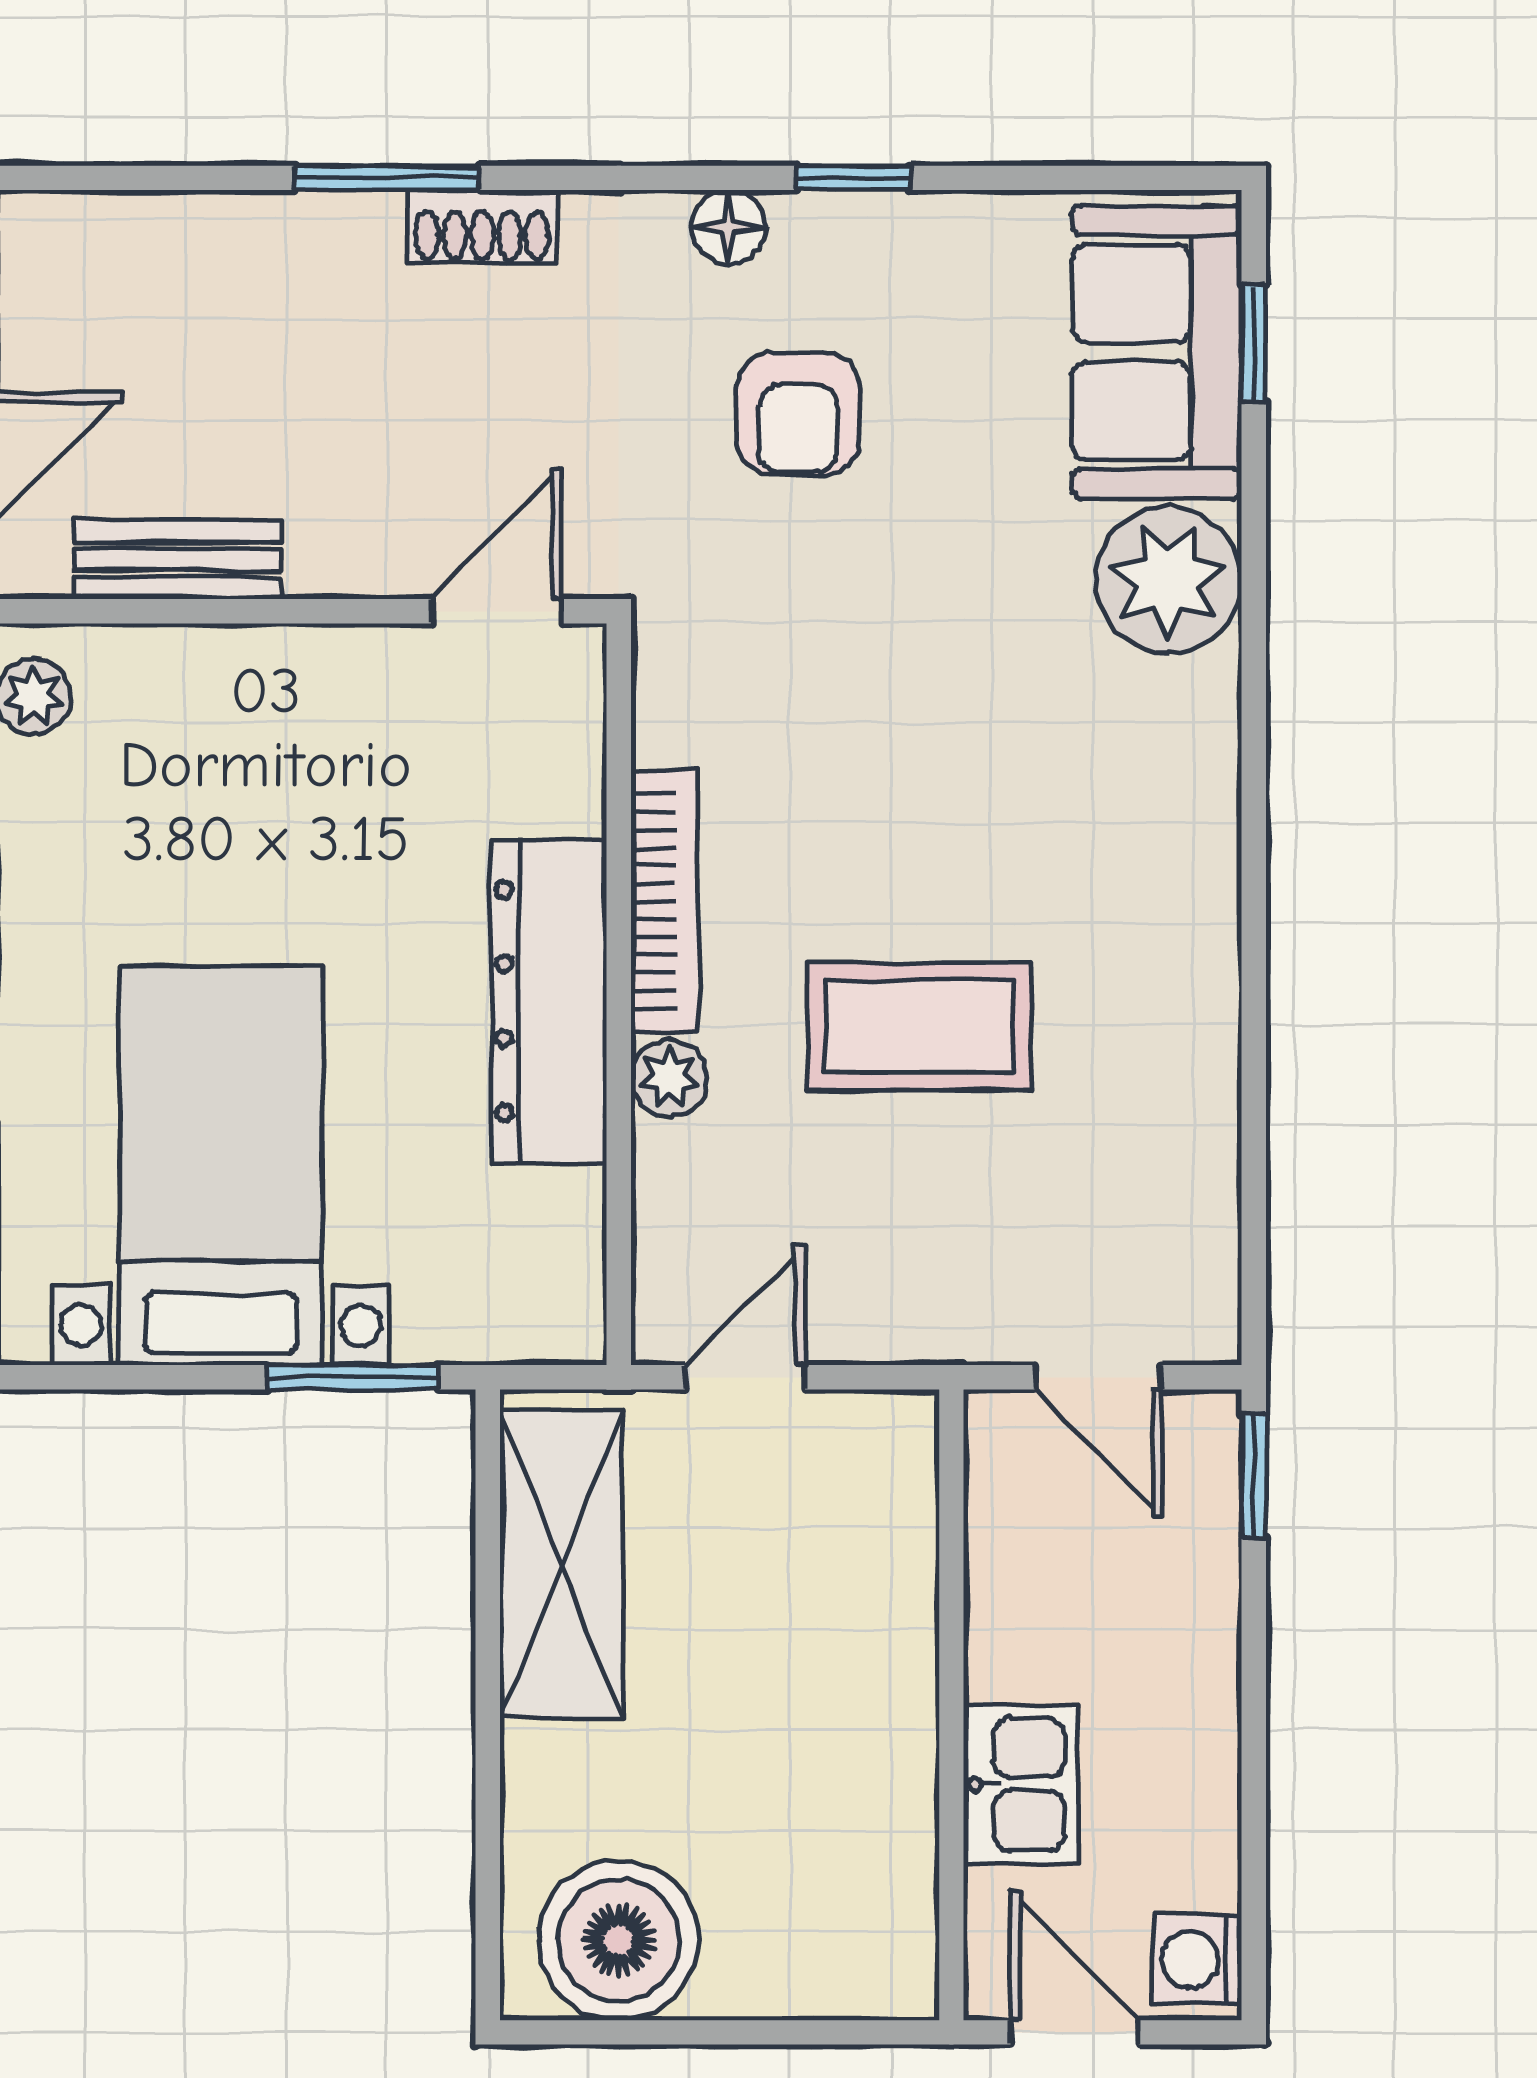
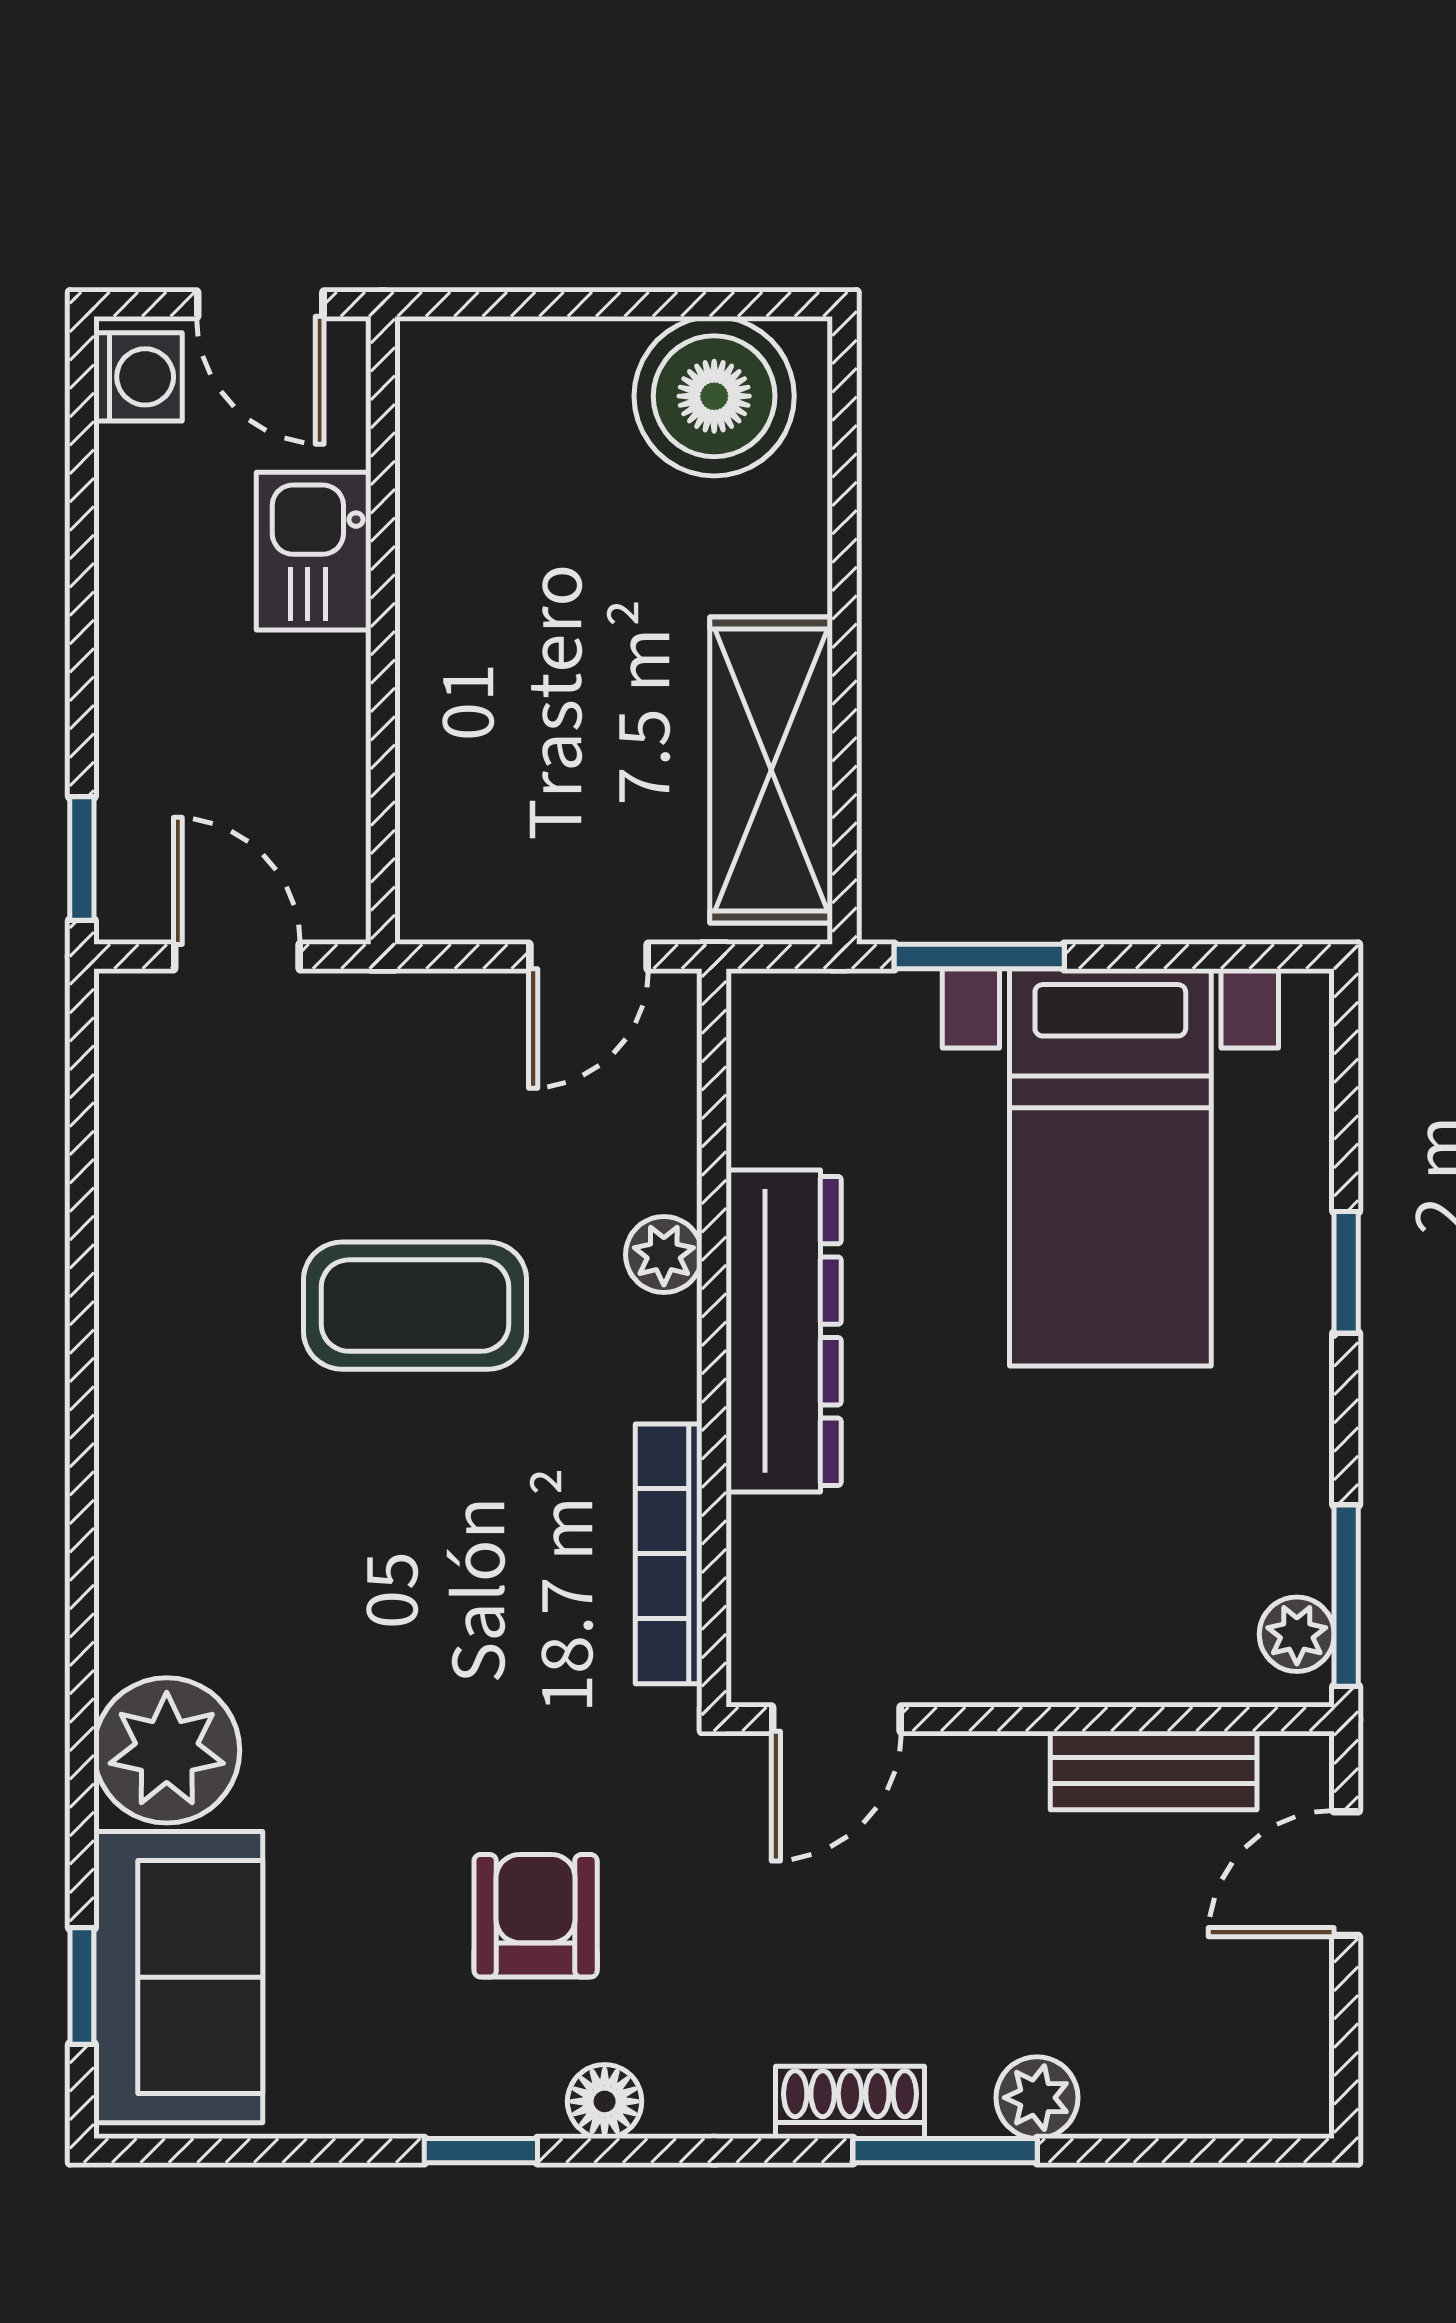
plant: (294, 231) -> (1037, 2098), added
bookcase: (664, 901) -> (669, 1554), moved

